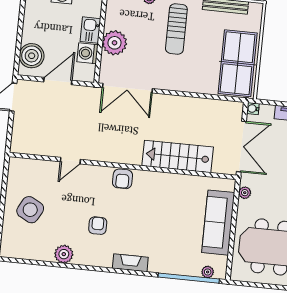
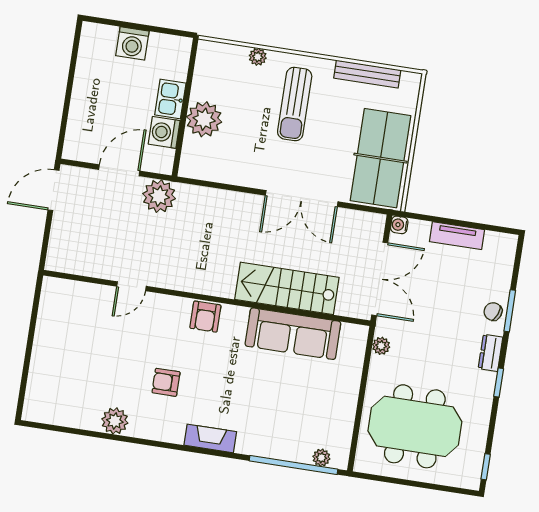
boiler: (32, 56) -> (83, 132), removed
double door: (127, 88) -> (302, 199), moved
plant: (86, 97) -> (159, 196), added
side table: (30, 210) -> (70, 354), removed
sofa: (218, 223) -> (293, 334), moved, turned -90
armchair: (98, 226) -> (166, 382), turned -90

